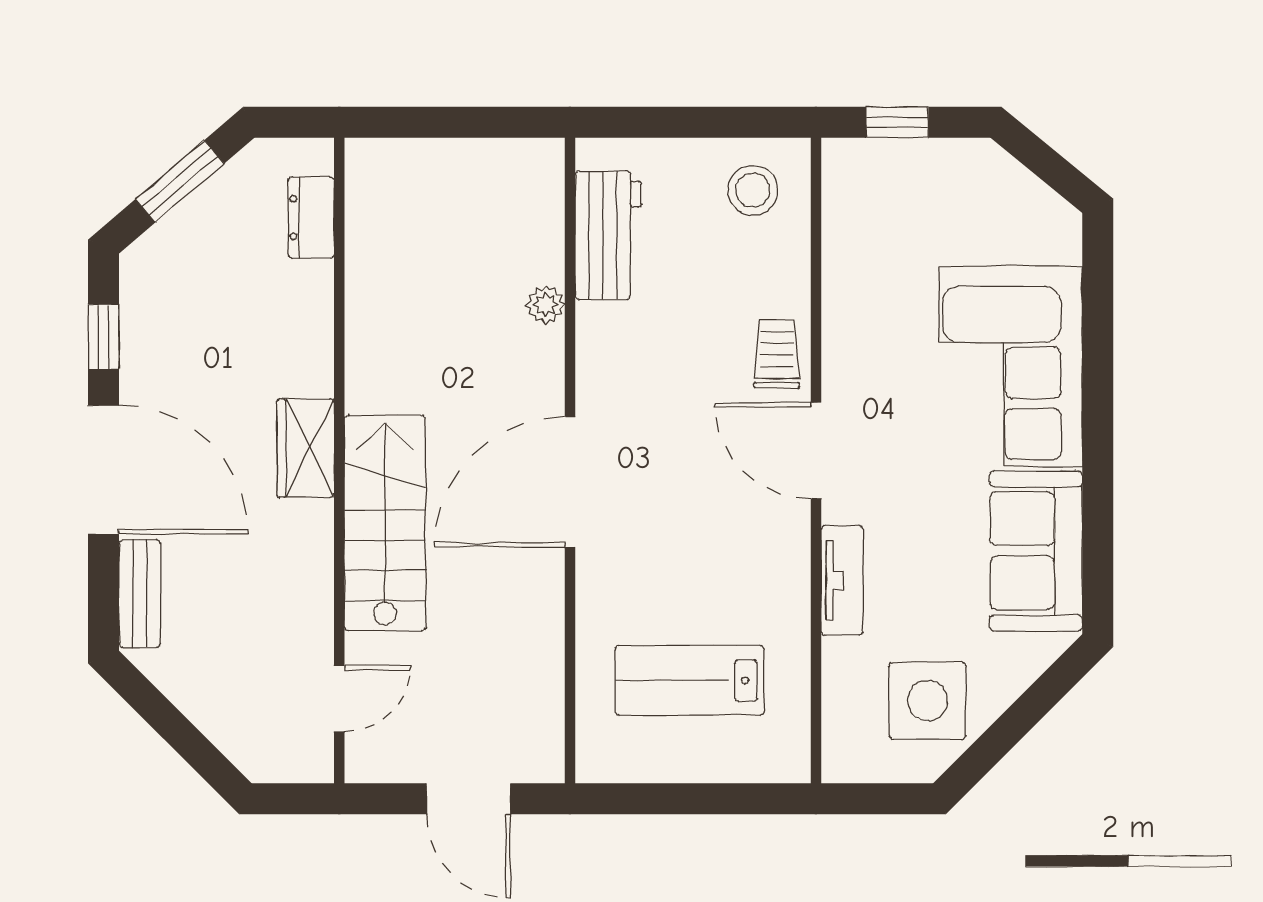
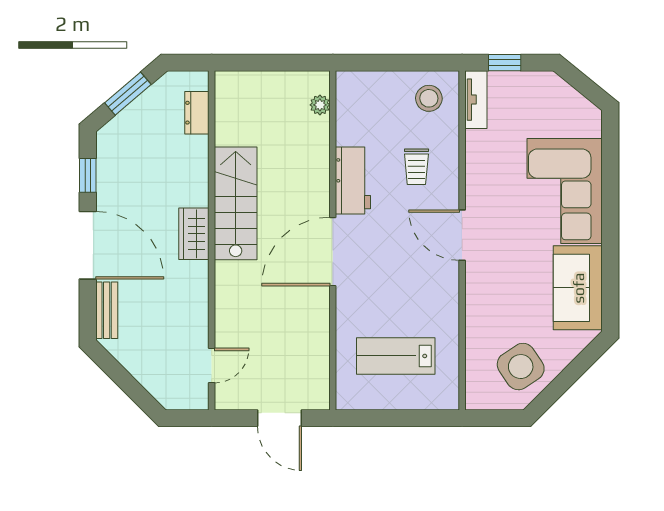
workbench: (608, 235) -> (353, 180), moved
plant: (545, 305) -> (320, 105), moved
trolley: (777, 354) -> (416, 167), moved, turned 180
stairs: (385, 523) -> (236, 203), moved
tv unit: (842, 580) -> (476, 100), moved
side table: (927, 701) -> (521, 367), turned -34

